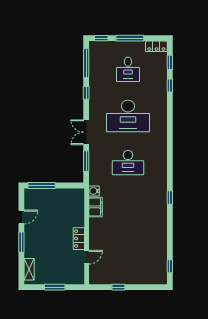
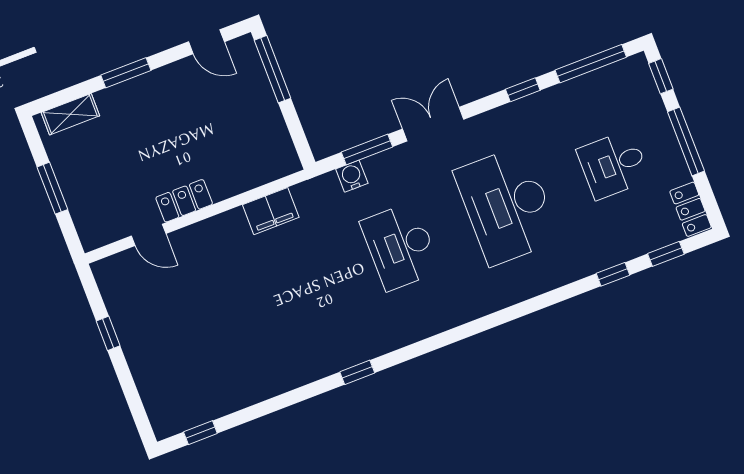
water cooler: (94, 191) -> (352, 176), moved
door: (21, 217) -> (206, 42), moved

